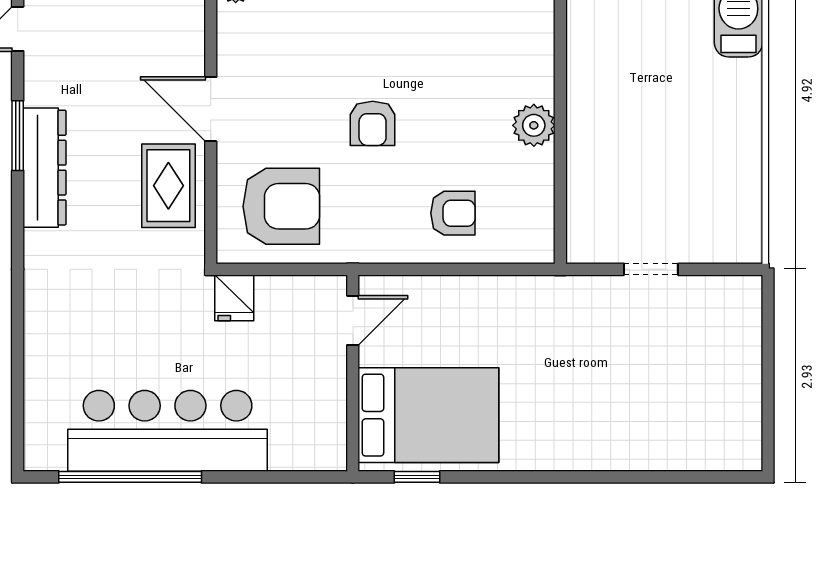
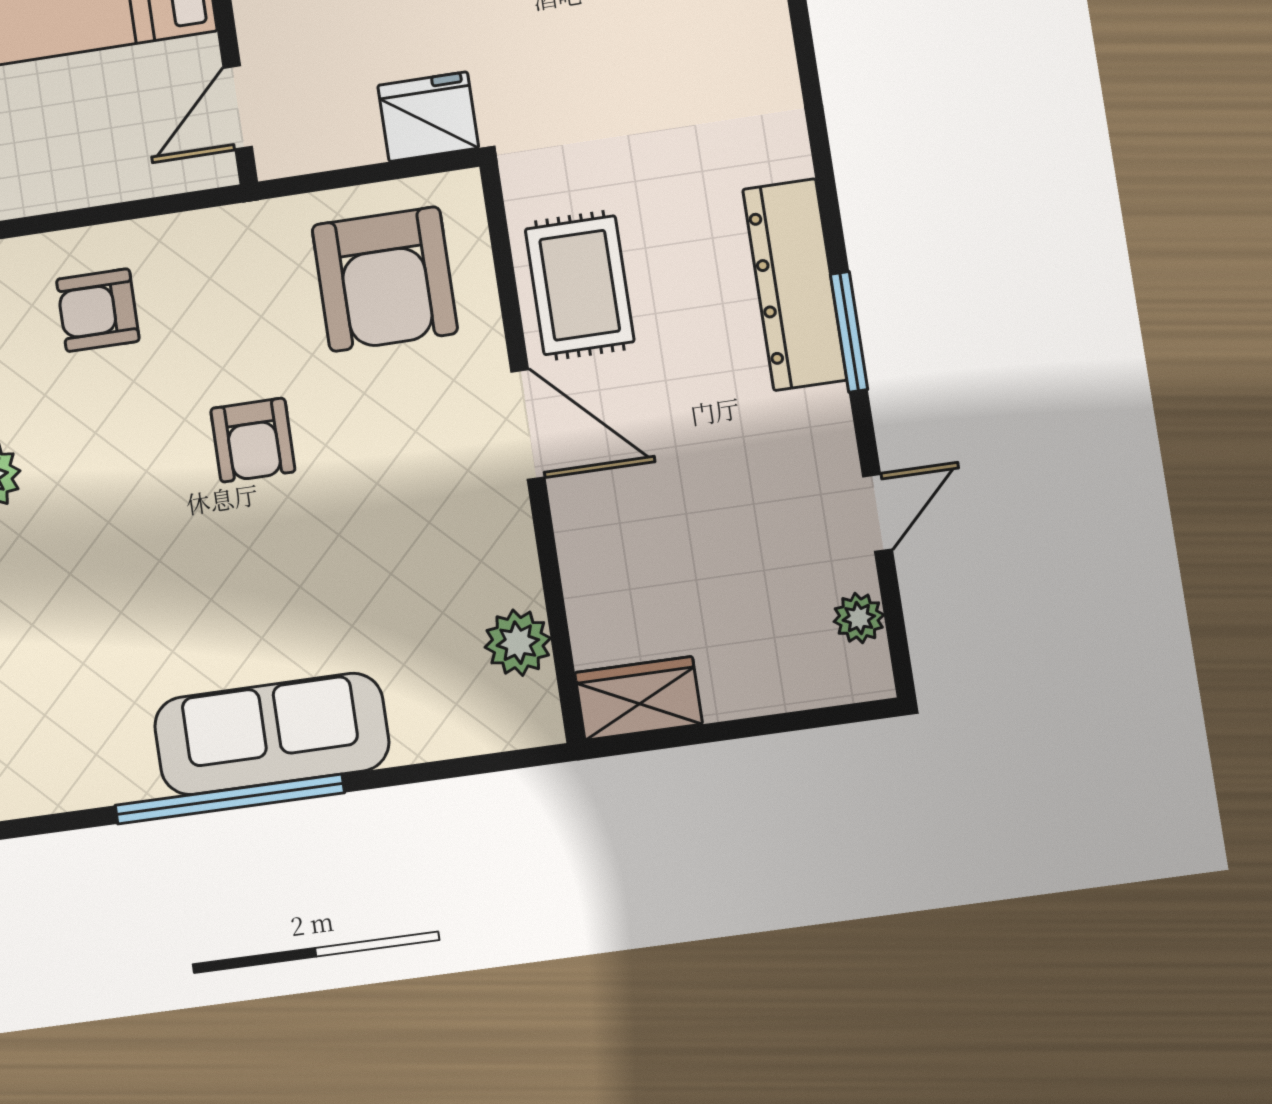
armchair: (373, 123) -> (253, 440), turned 180
armchair: (281, 206) -> (385, 279), turned -90
fridge: (234, 298) -> (428, 117), width x1.38

